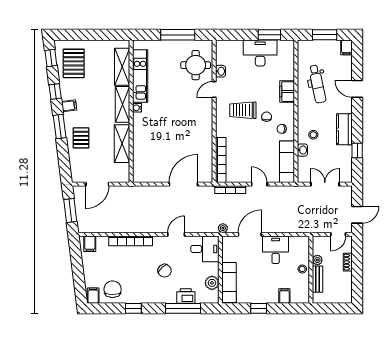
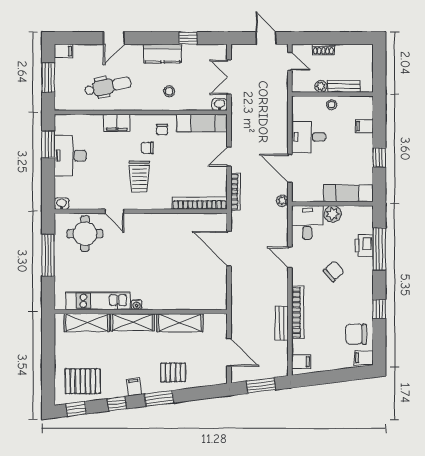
washbasin: (220, 71) -> (62, 204), moved
washbasin: (302, 150) -> (220, 104), moved
bench: (122, 228) -> (281, 323), added
plant: (212, 283) -> (333, 214), moved

